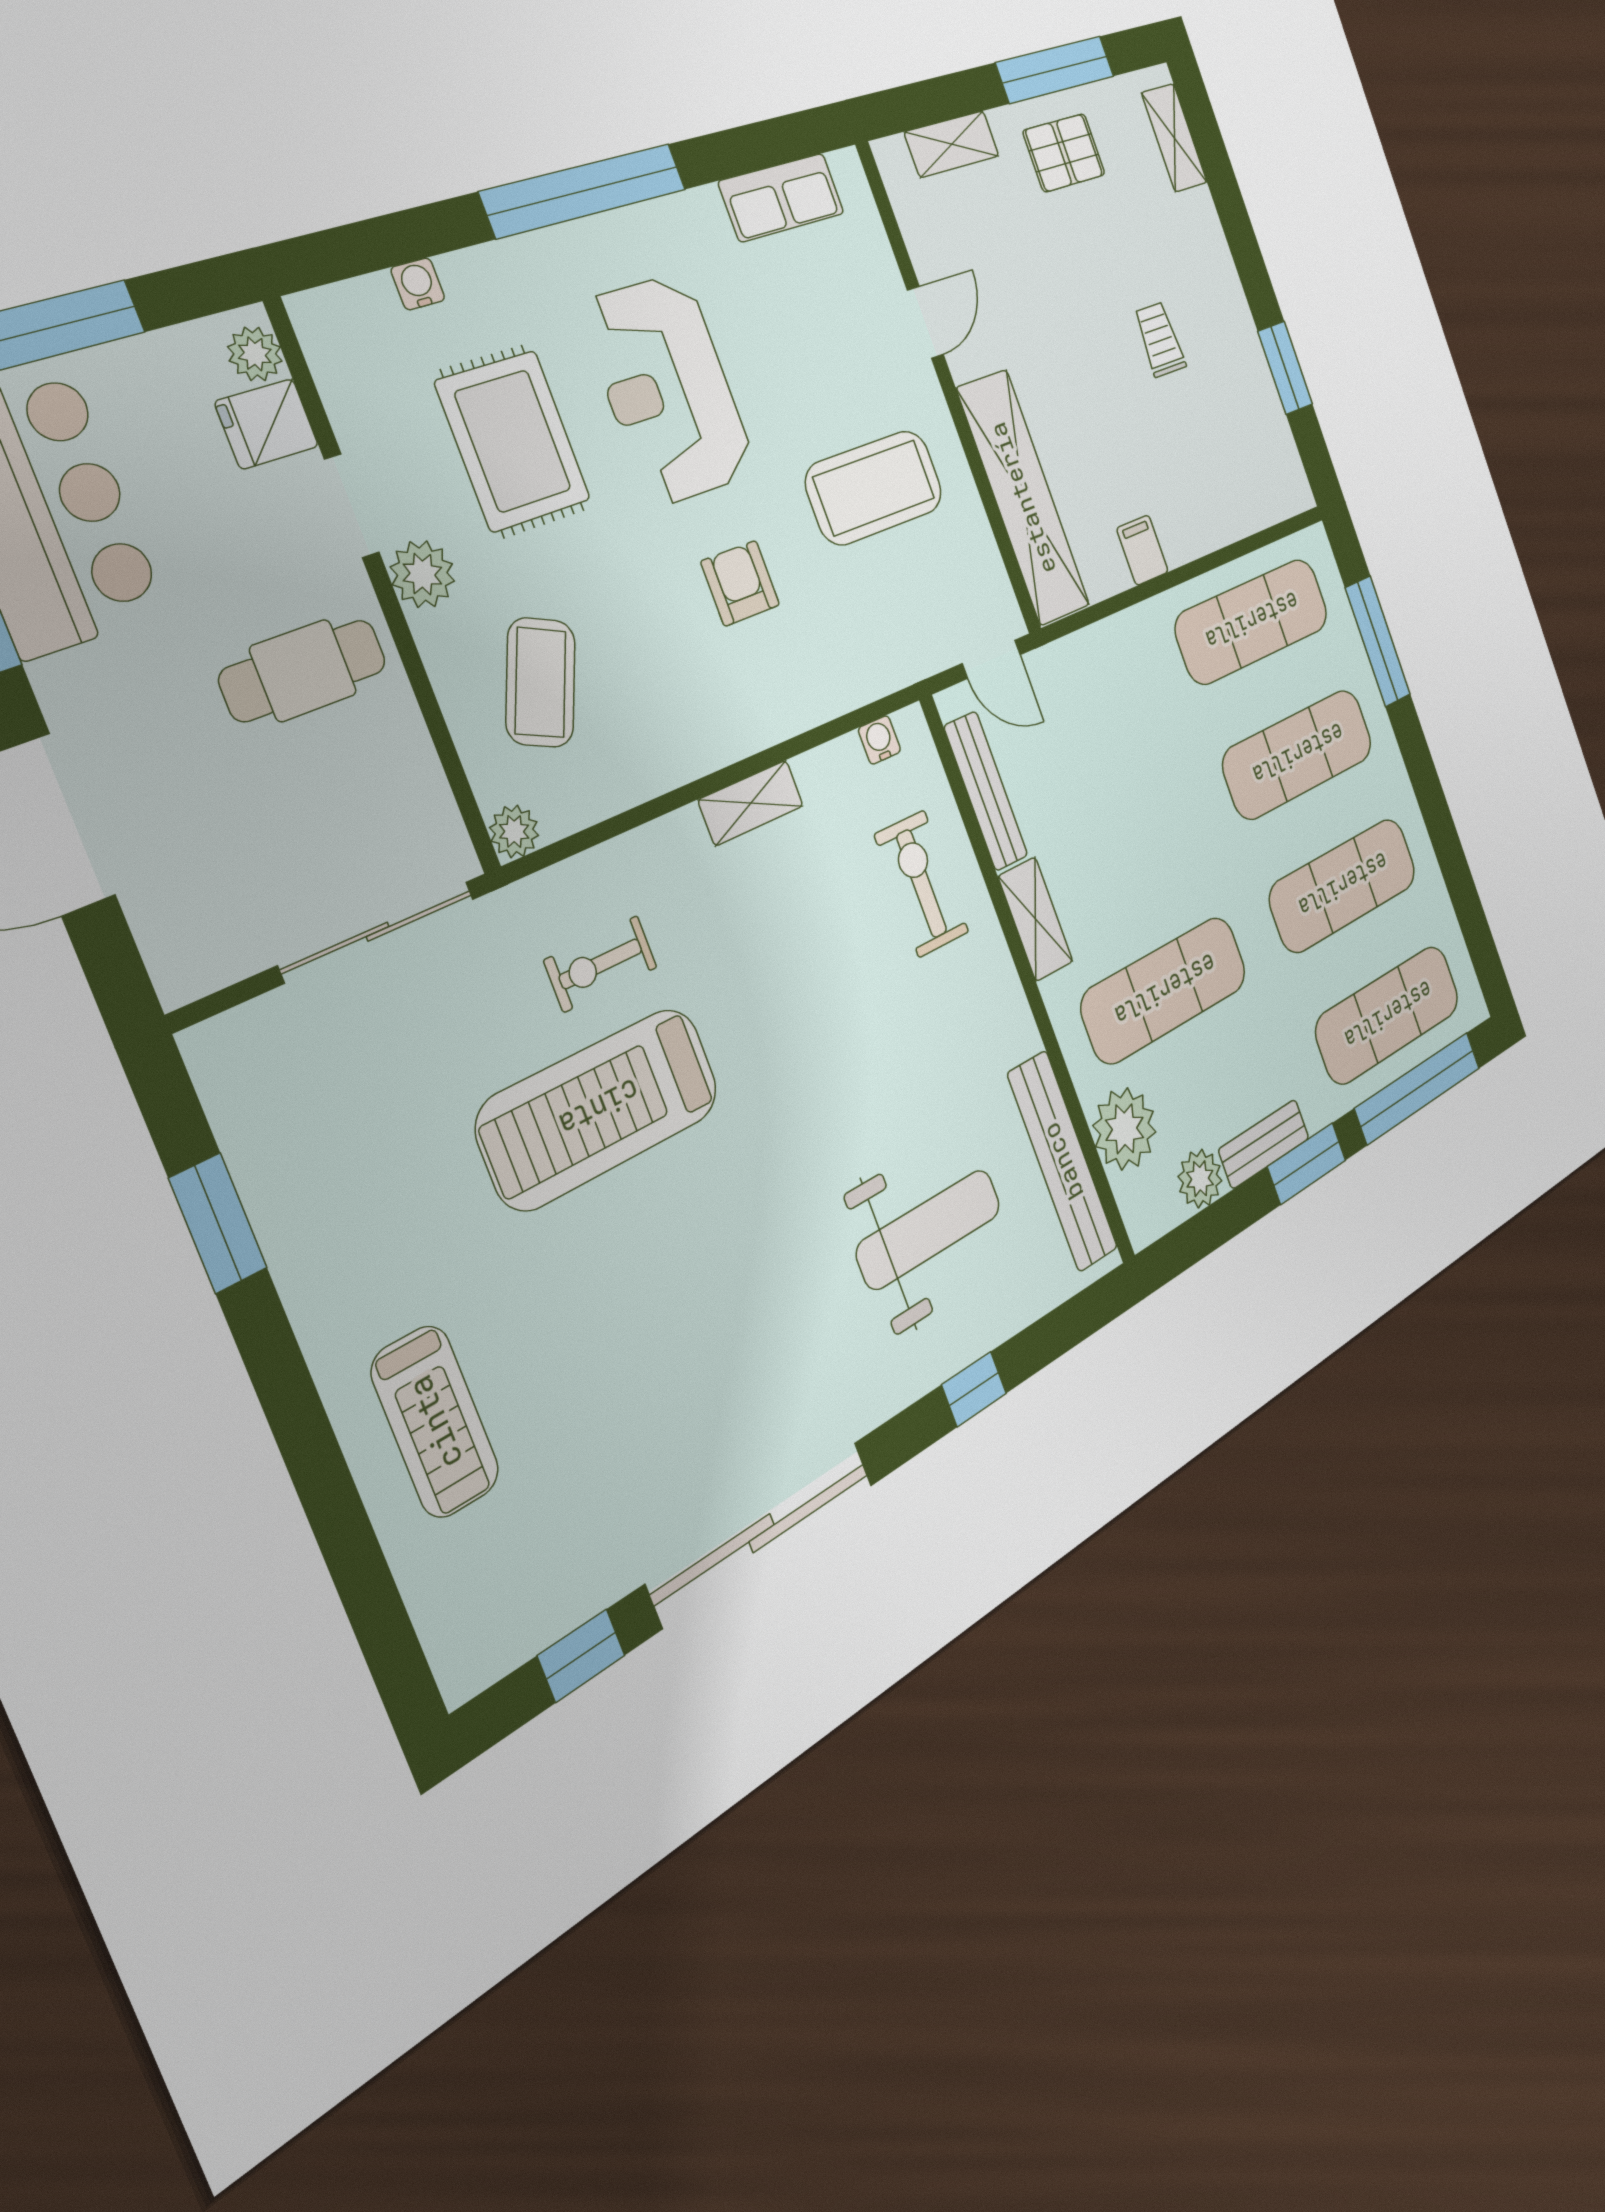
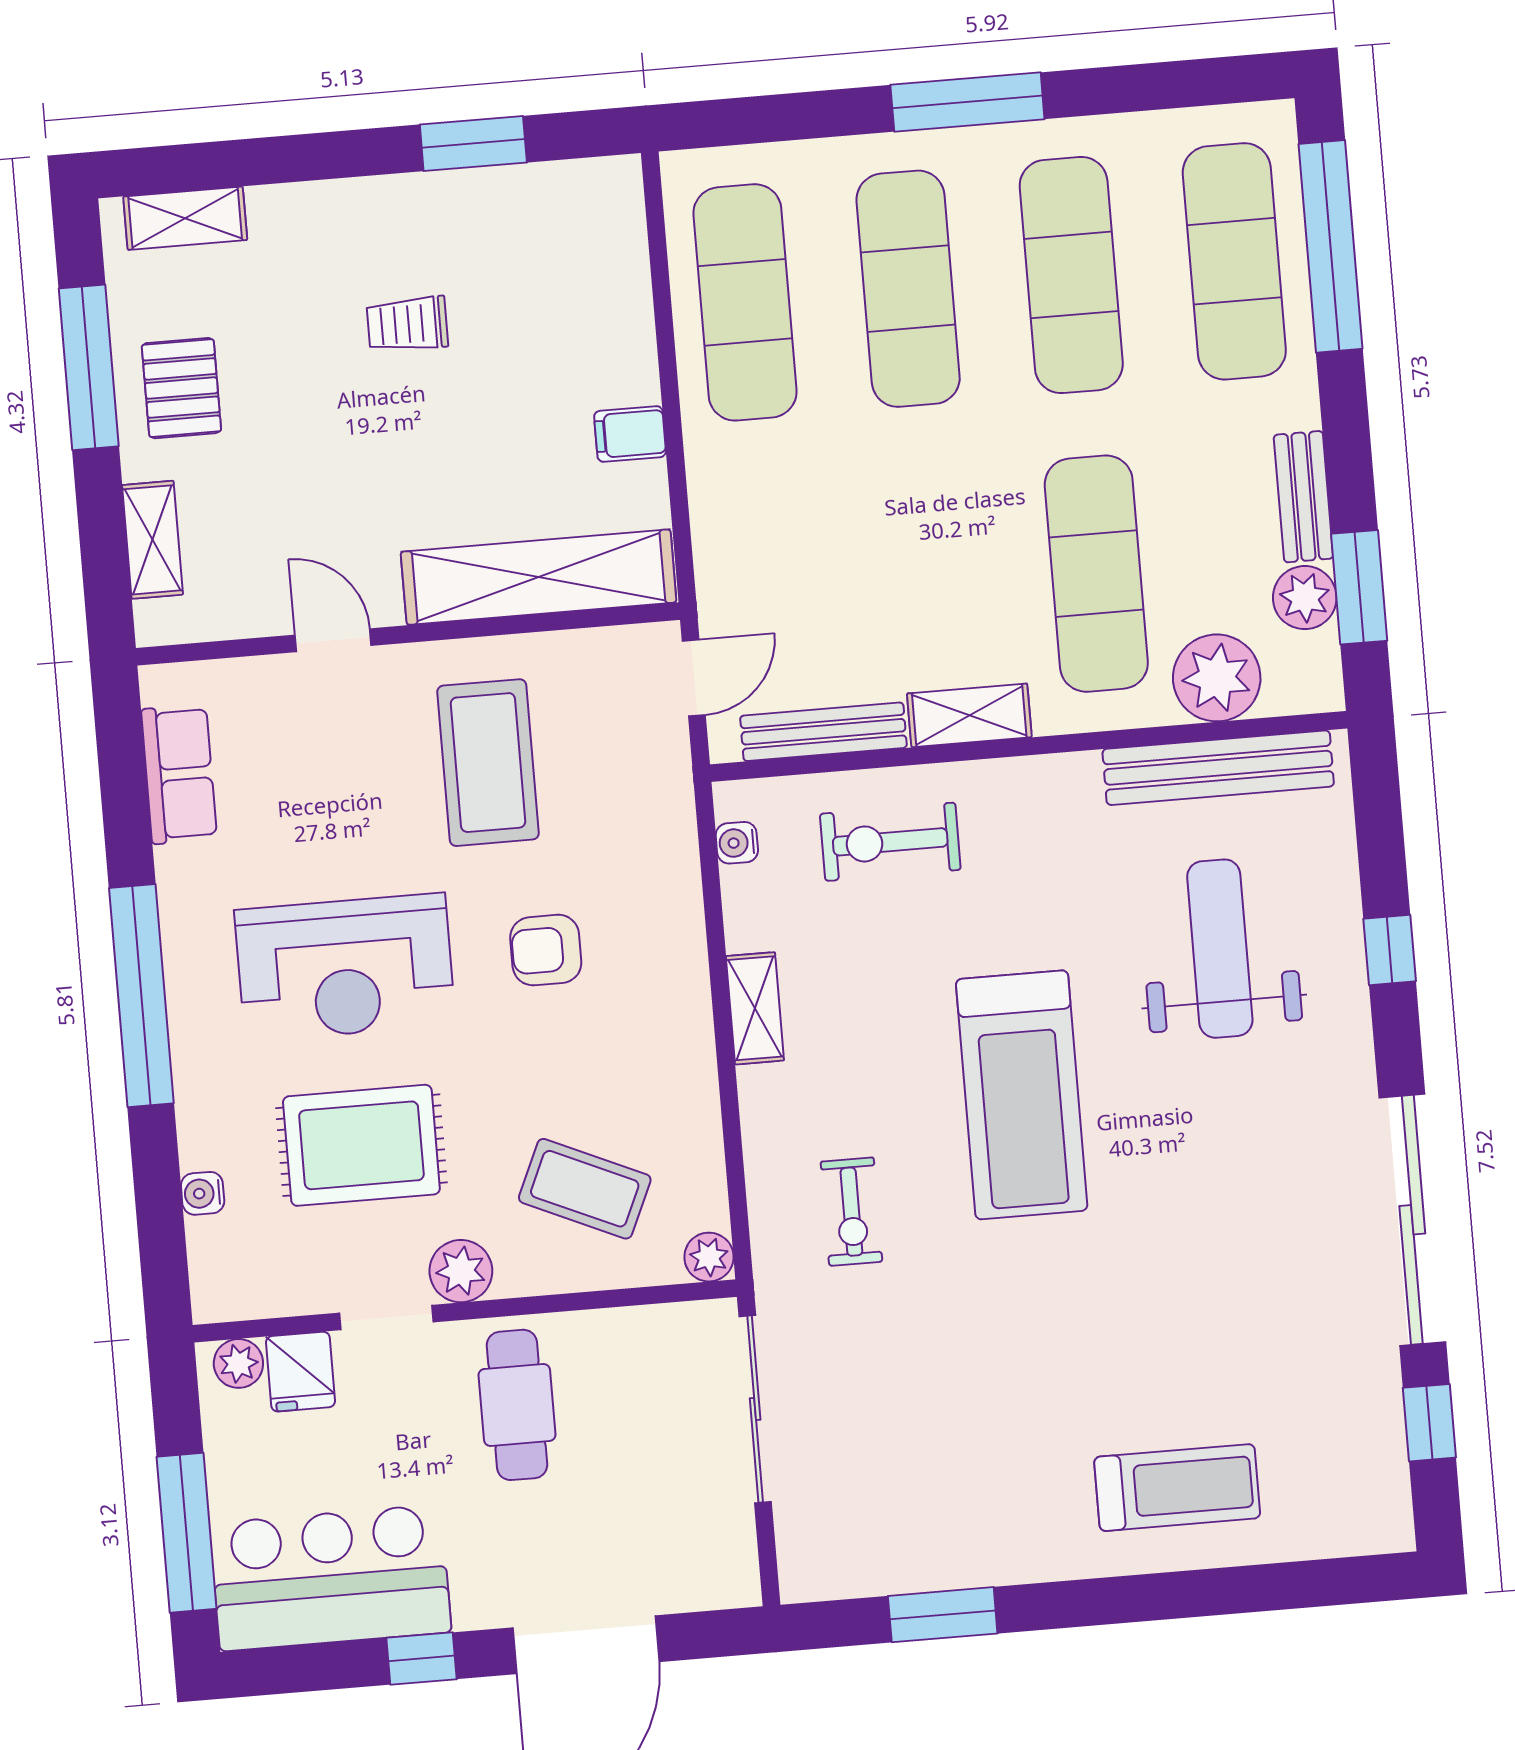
window: (1378, 641) -> (967, 102), moved
treadmill: (599, 1108) -> (1022, 1095), moved
window: (1307, 1163) -> (1359, 587), moved

